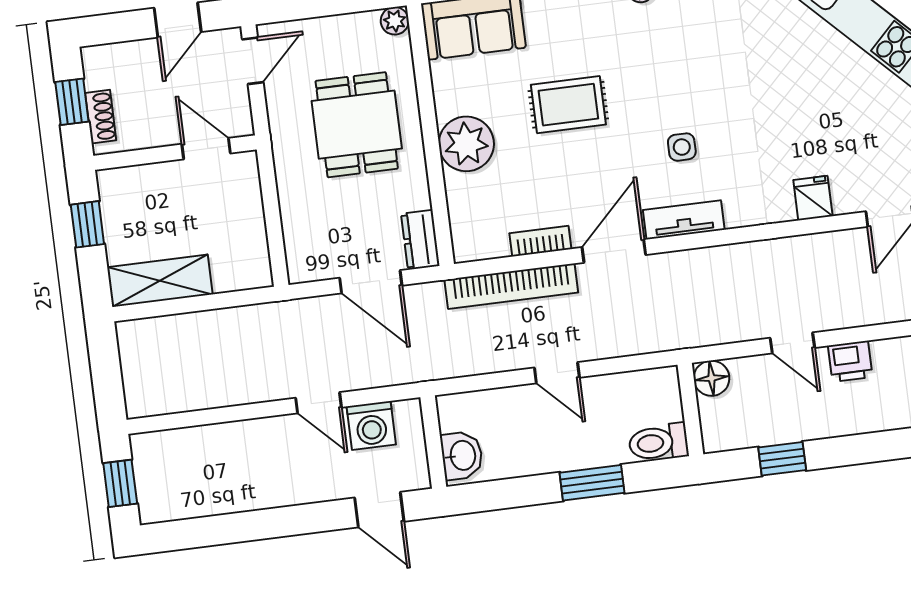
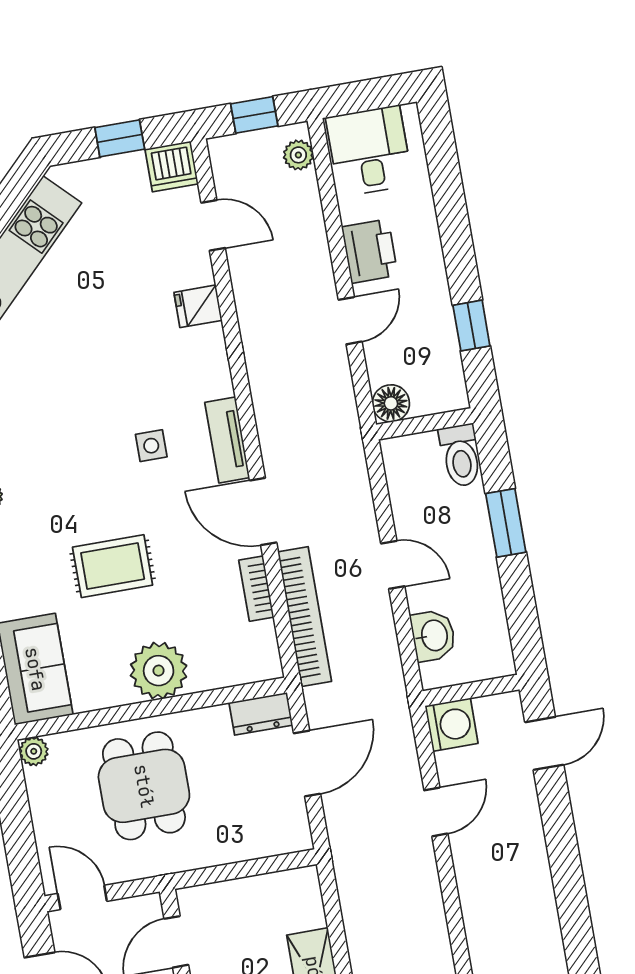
rug: (568, 105) -> (113, 566), turned 90
dining table: (357, 125) -> (144, 786), turned 90
printer: (850, 361) -> (370, 251), width x1.36, depth x1.24
door: (557, 373) -> (393, 565), hinge flipped
washing machine: (371, 426) -> (452, 725), moved
washbasin: (462, 456) -> (433, 636), moved, turned 90

